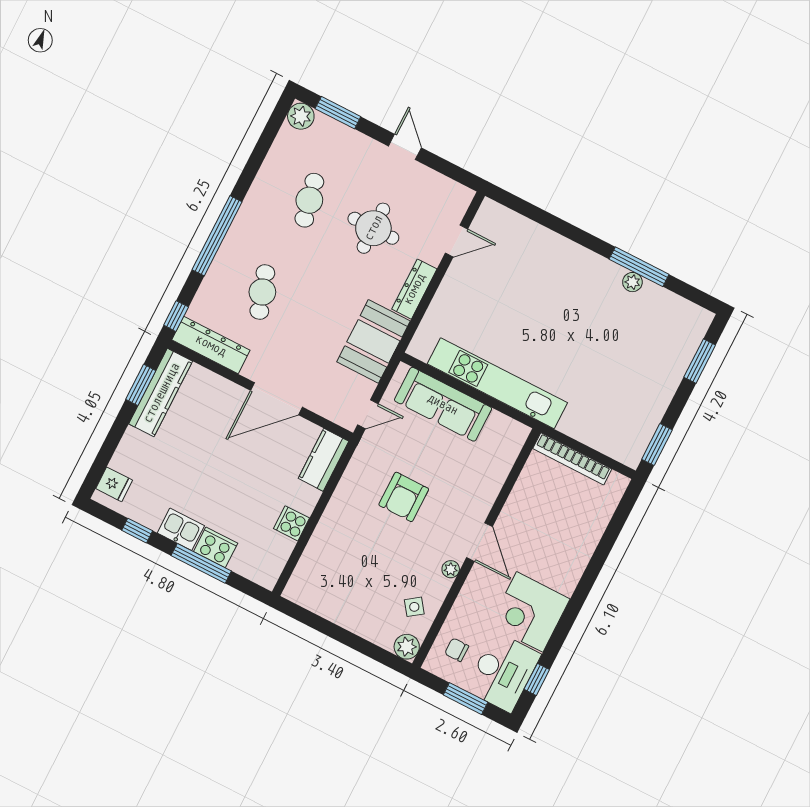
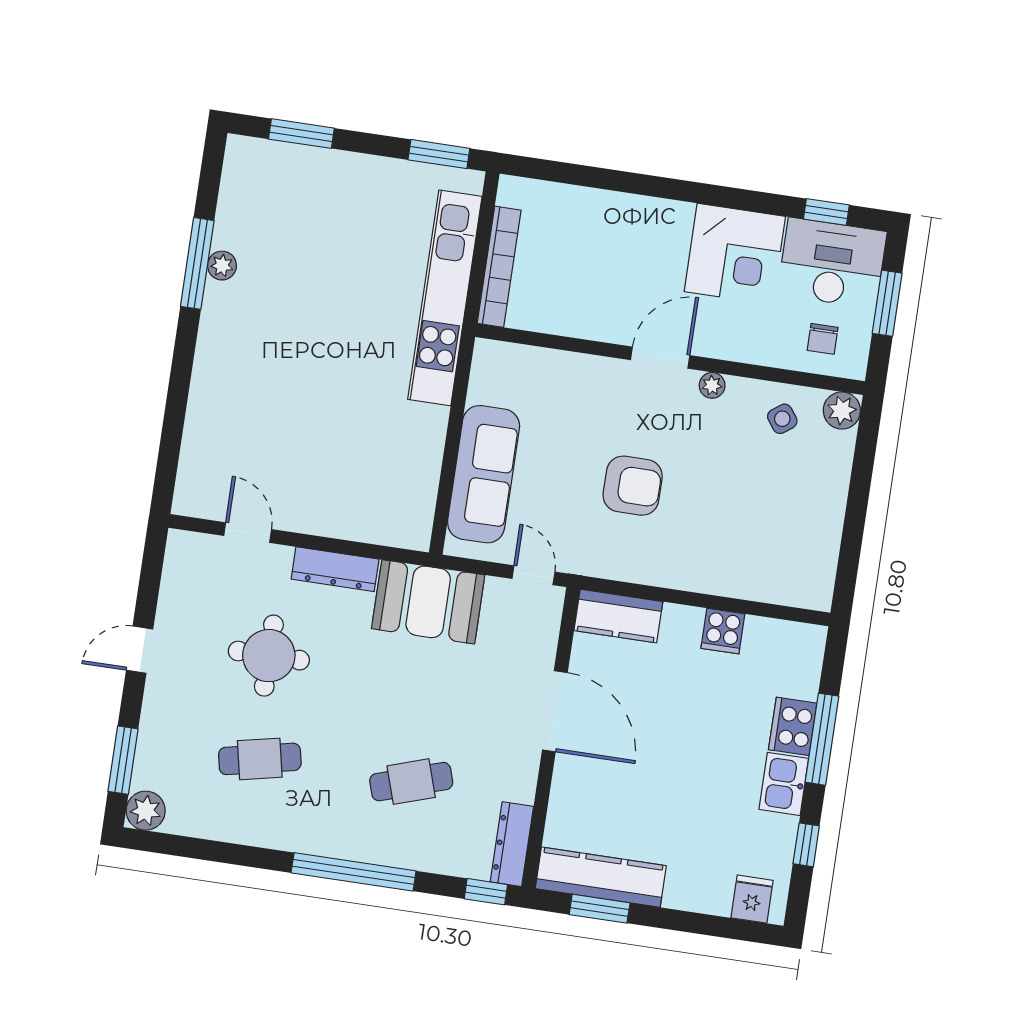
dresser: (211, 345) -> (512, 844), width x0.73, depth x0.80
kitchen unit: (497, 383) -> (445, 298), moved

